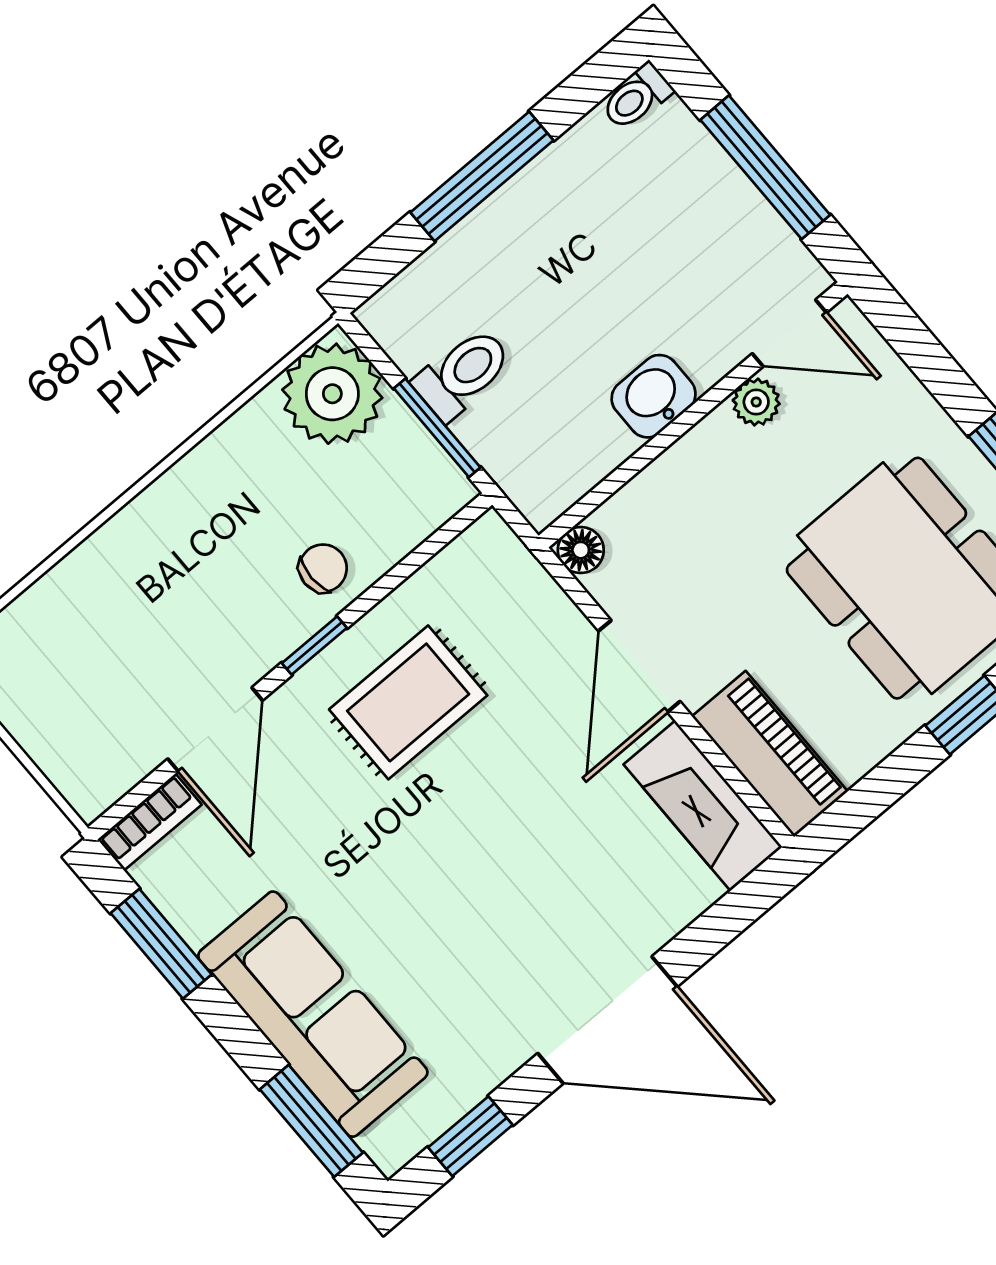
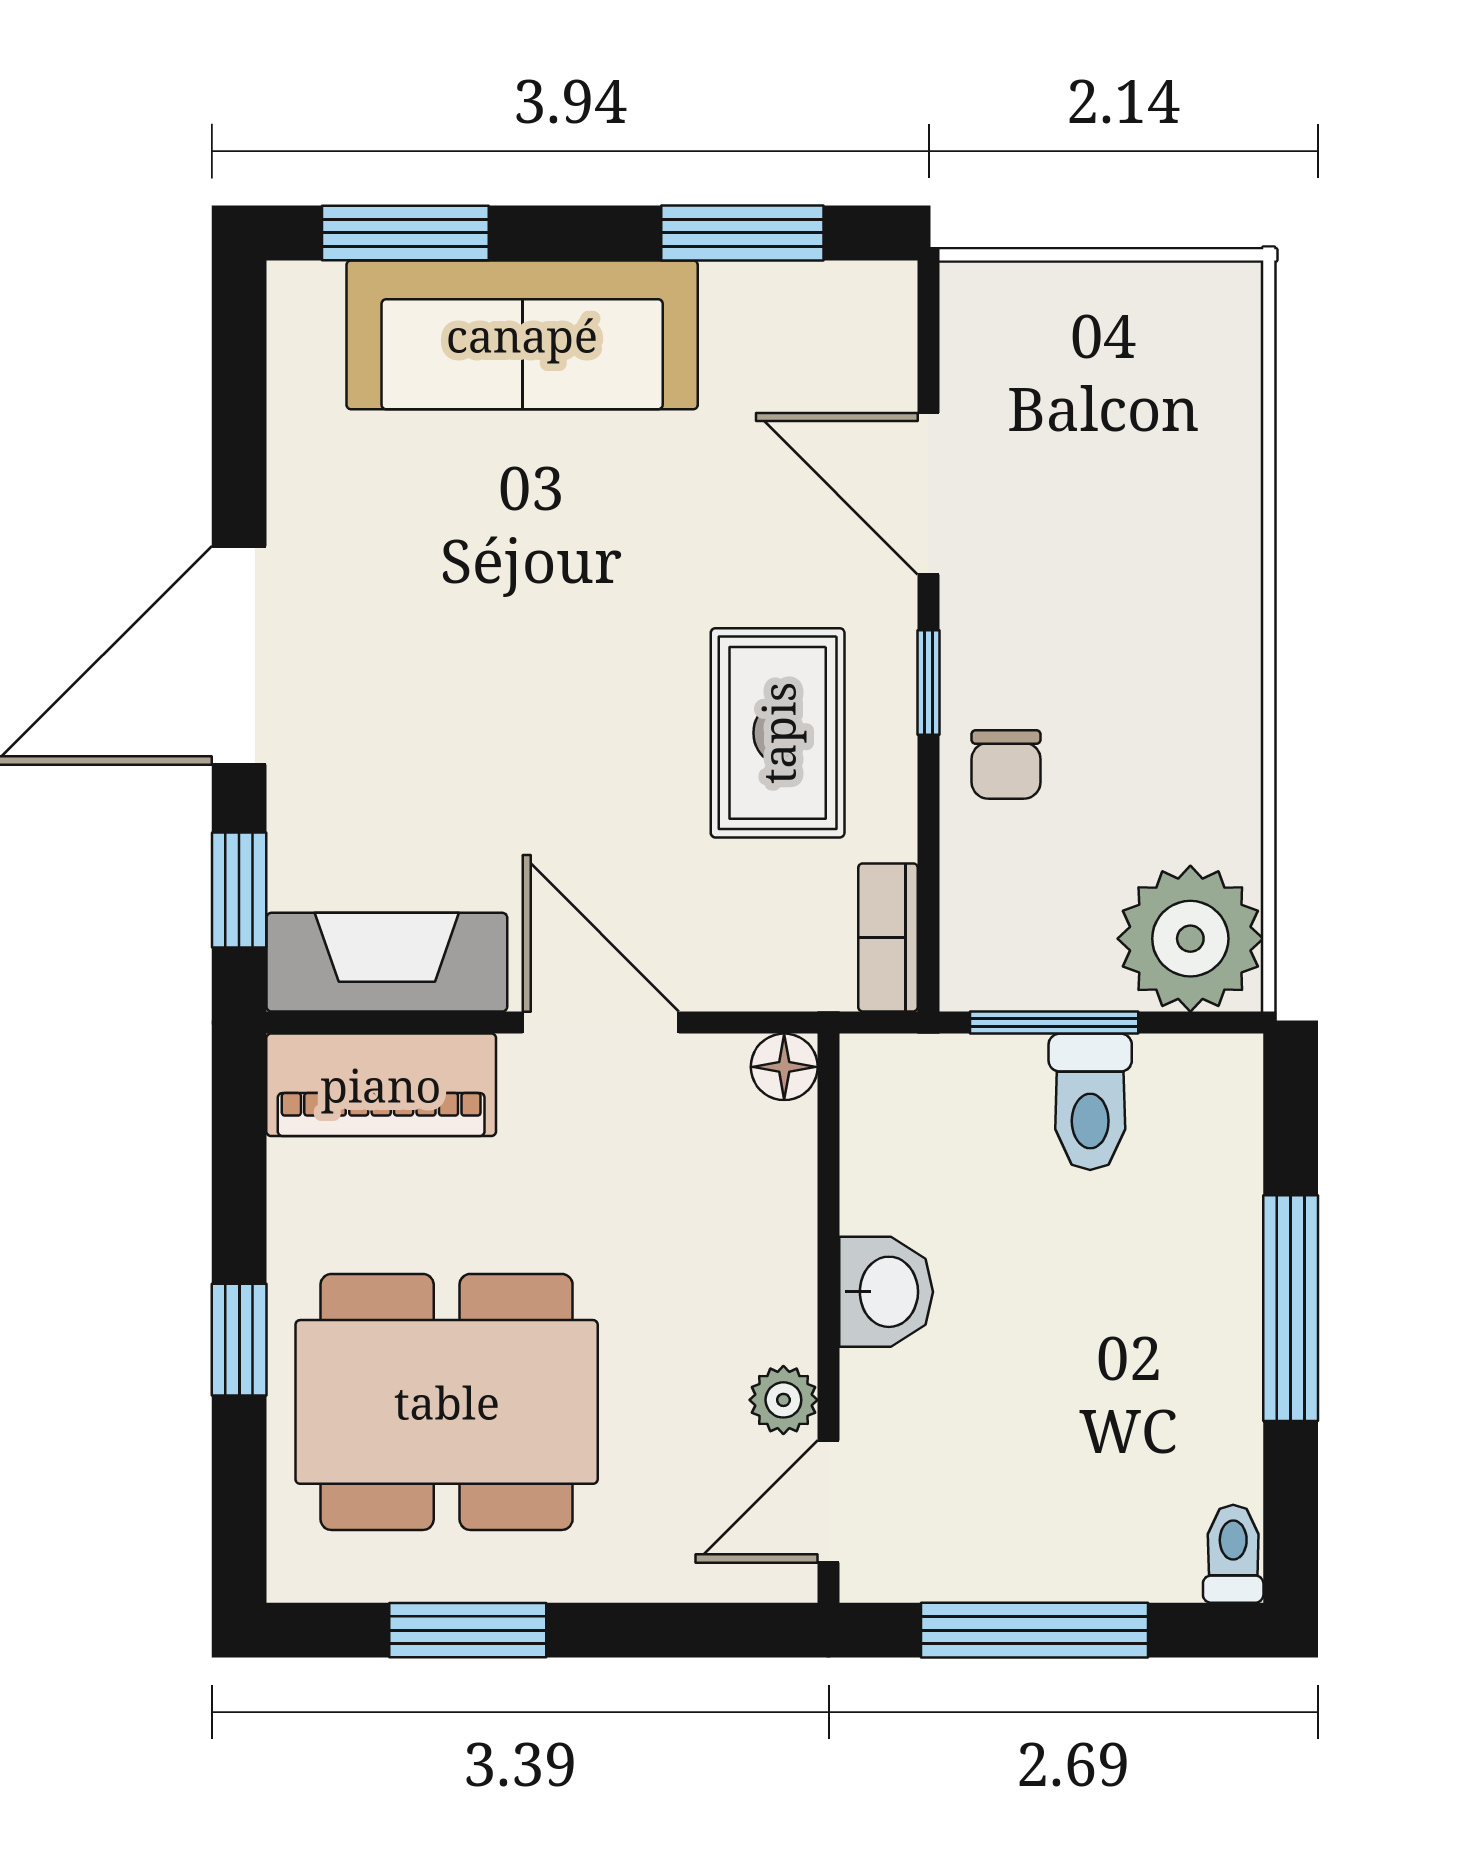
bookcase: (150, 822) -> (888, 937), moved
window: (470, 1136) -> (239, 890), moved

